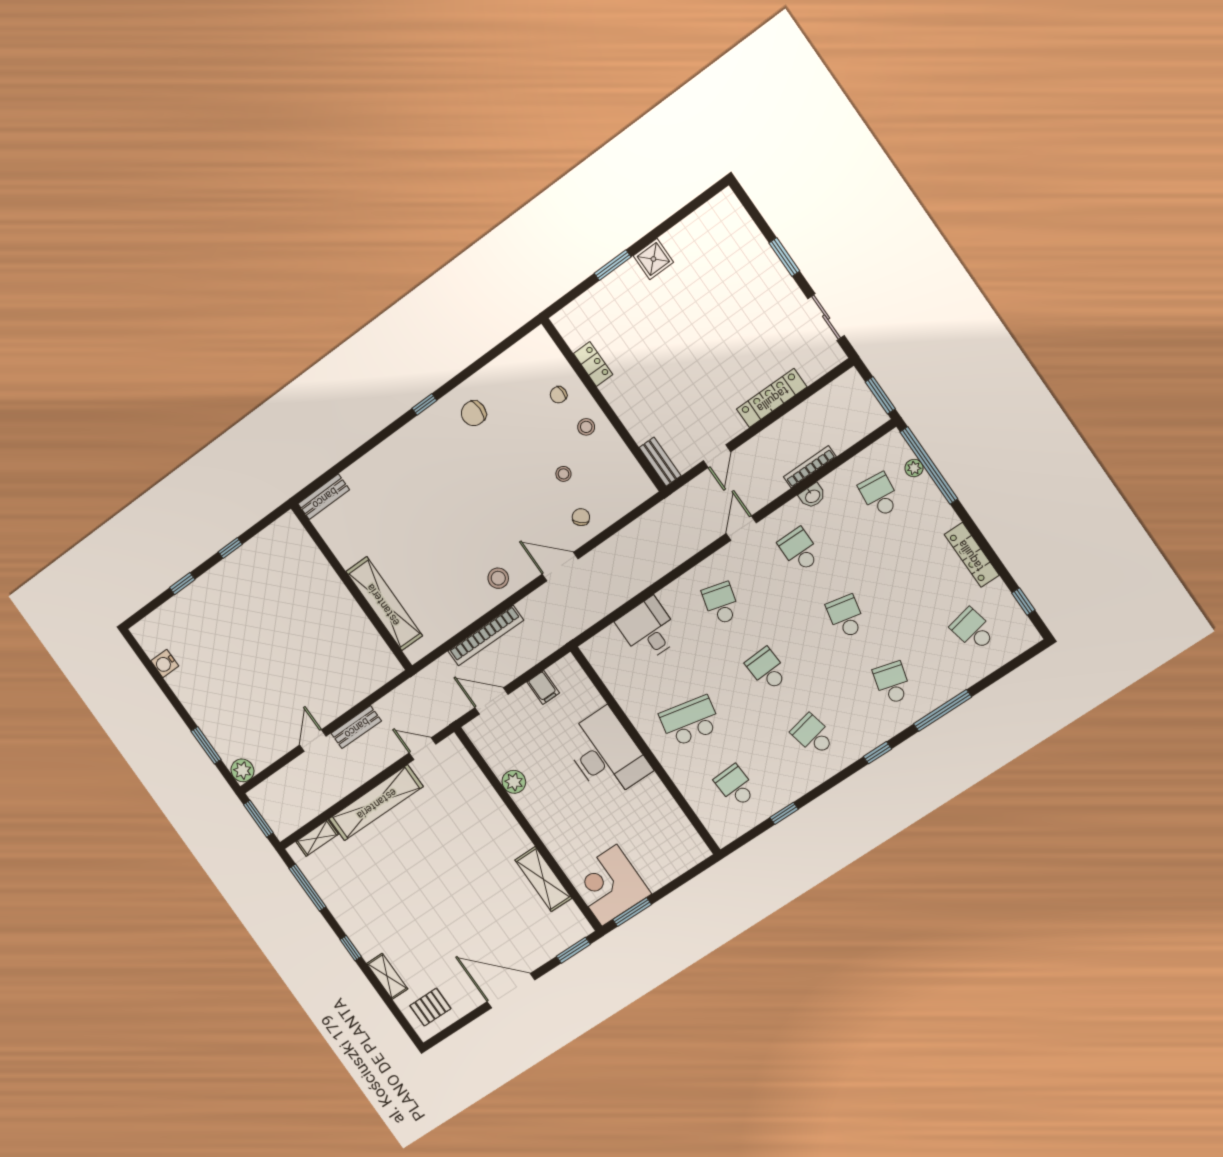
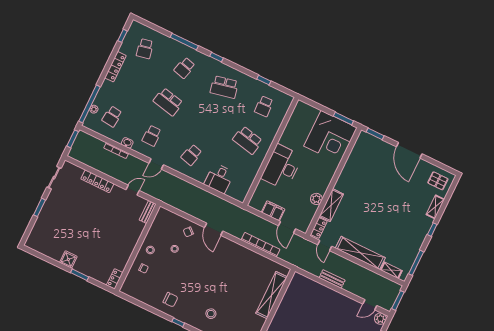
locker: (593, 364) -> (115, 279), moved
stool: (498, 578) -> (211, 314), moved
school desk: (846, 616) -> (168, 102), width x1.85
school desk: (767, 669) -> (208, 121), removed
filing cabinet: (543, 687) -> (273, 211), width x2.00
school desk: (813, 735) -> (224, 87), width x1.85
door: (313, 740) -> (370, 305), moved
locker: (460, 756) -> (319, 228), added
shelving: (543, 879) -> (331, 205), moved
corner desk: (609, 885) -> (330, 137), width x1.36, depth x1.36

